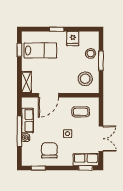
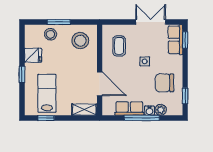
plant: (26, 147) -> (161, 110), added

